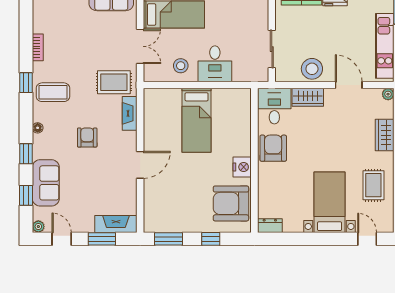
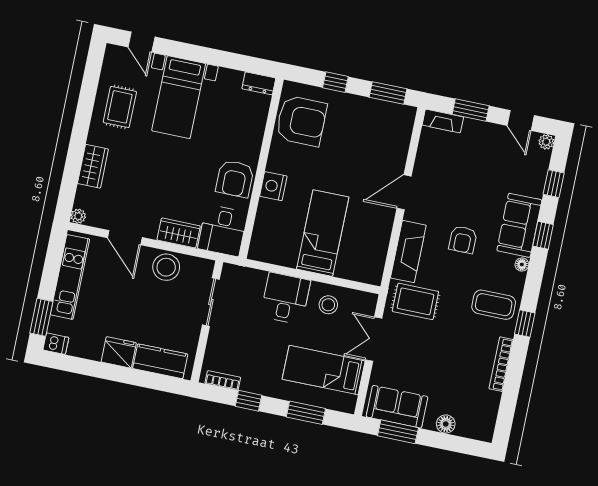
bookcase: (38, 47) -> (501, 364), width x1.56
fireplace: (130, 113) -> (408, 252), width x1.37, depth x1.32
nightstand: (242, 167) -> (273, 186), moved
sofa: (46, 183) -> (519, 225), moved
fireplace: (116, 224) -> (443, 121), width x0.73, depth x0.76

